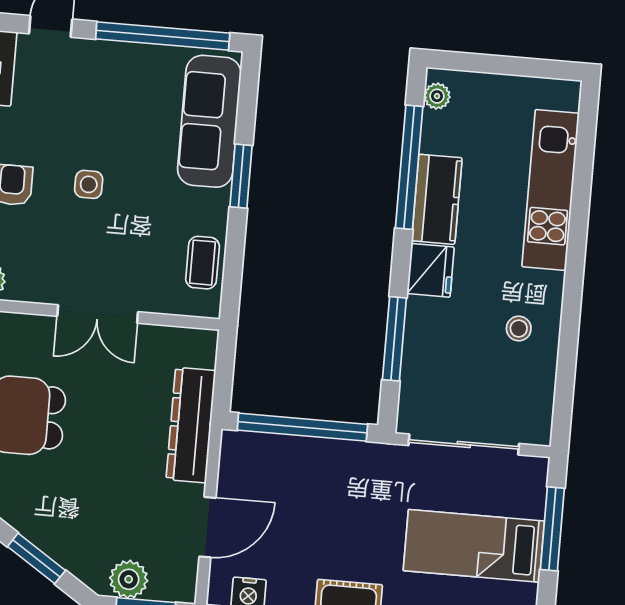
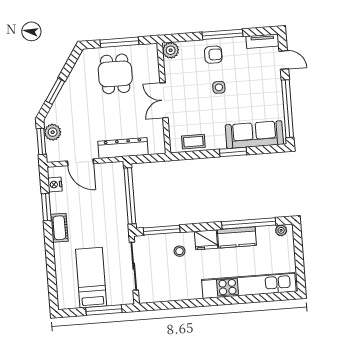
kitchen unit: (551, 190) -> (249, 286), width x1.36
stool: (519, 329) -> (179, 251), moved
window: (394, 339) -> (162, 230), moved

